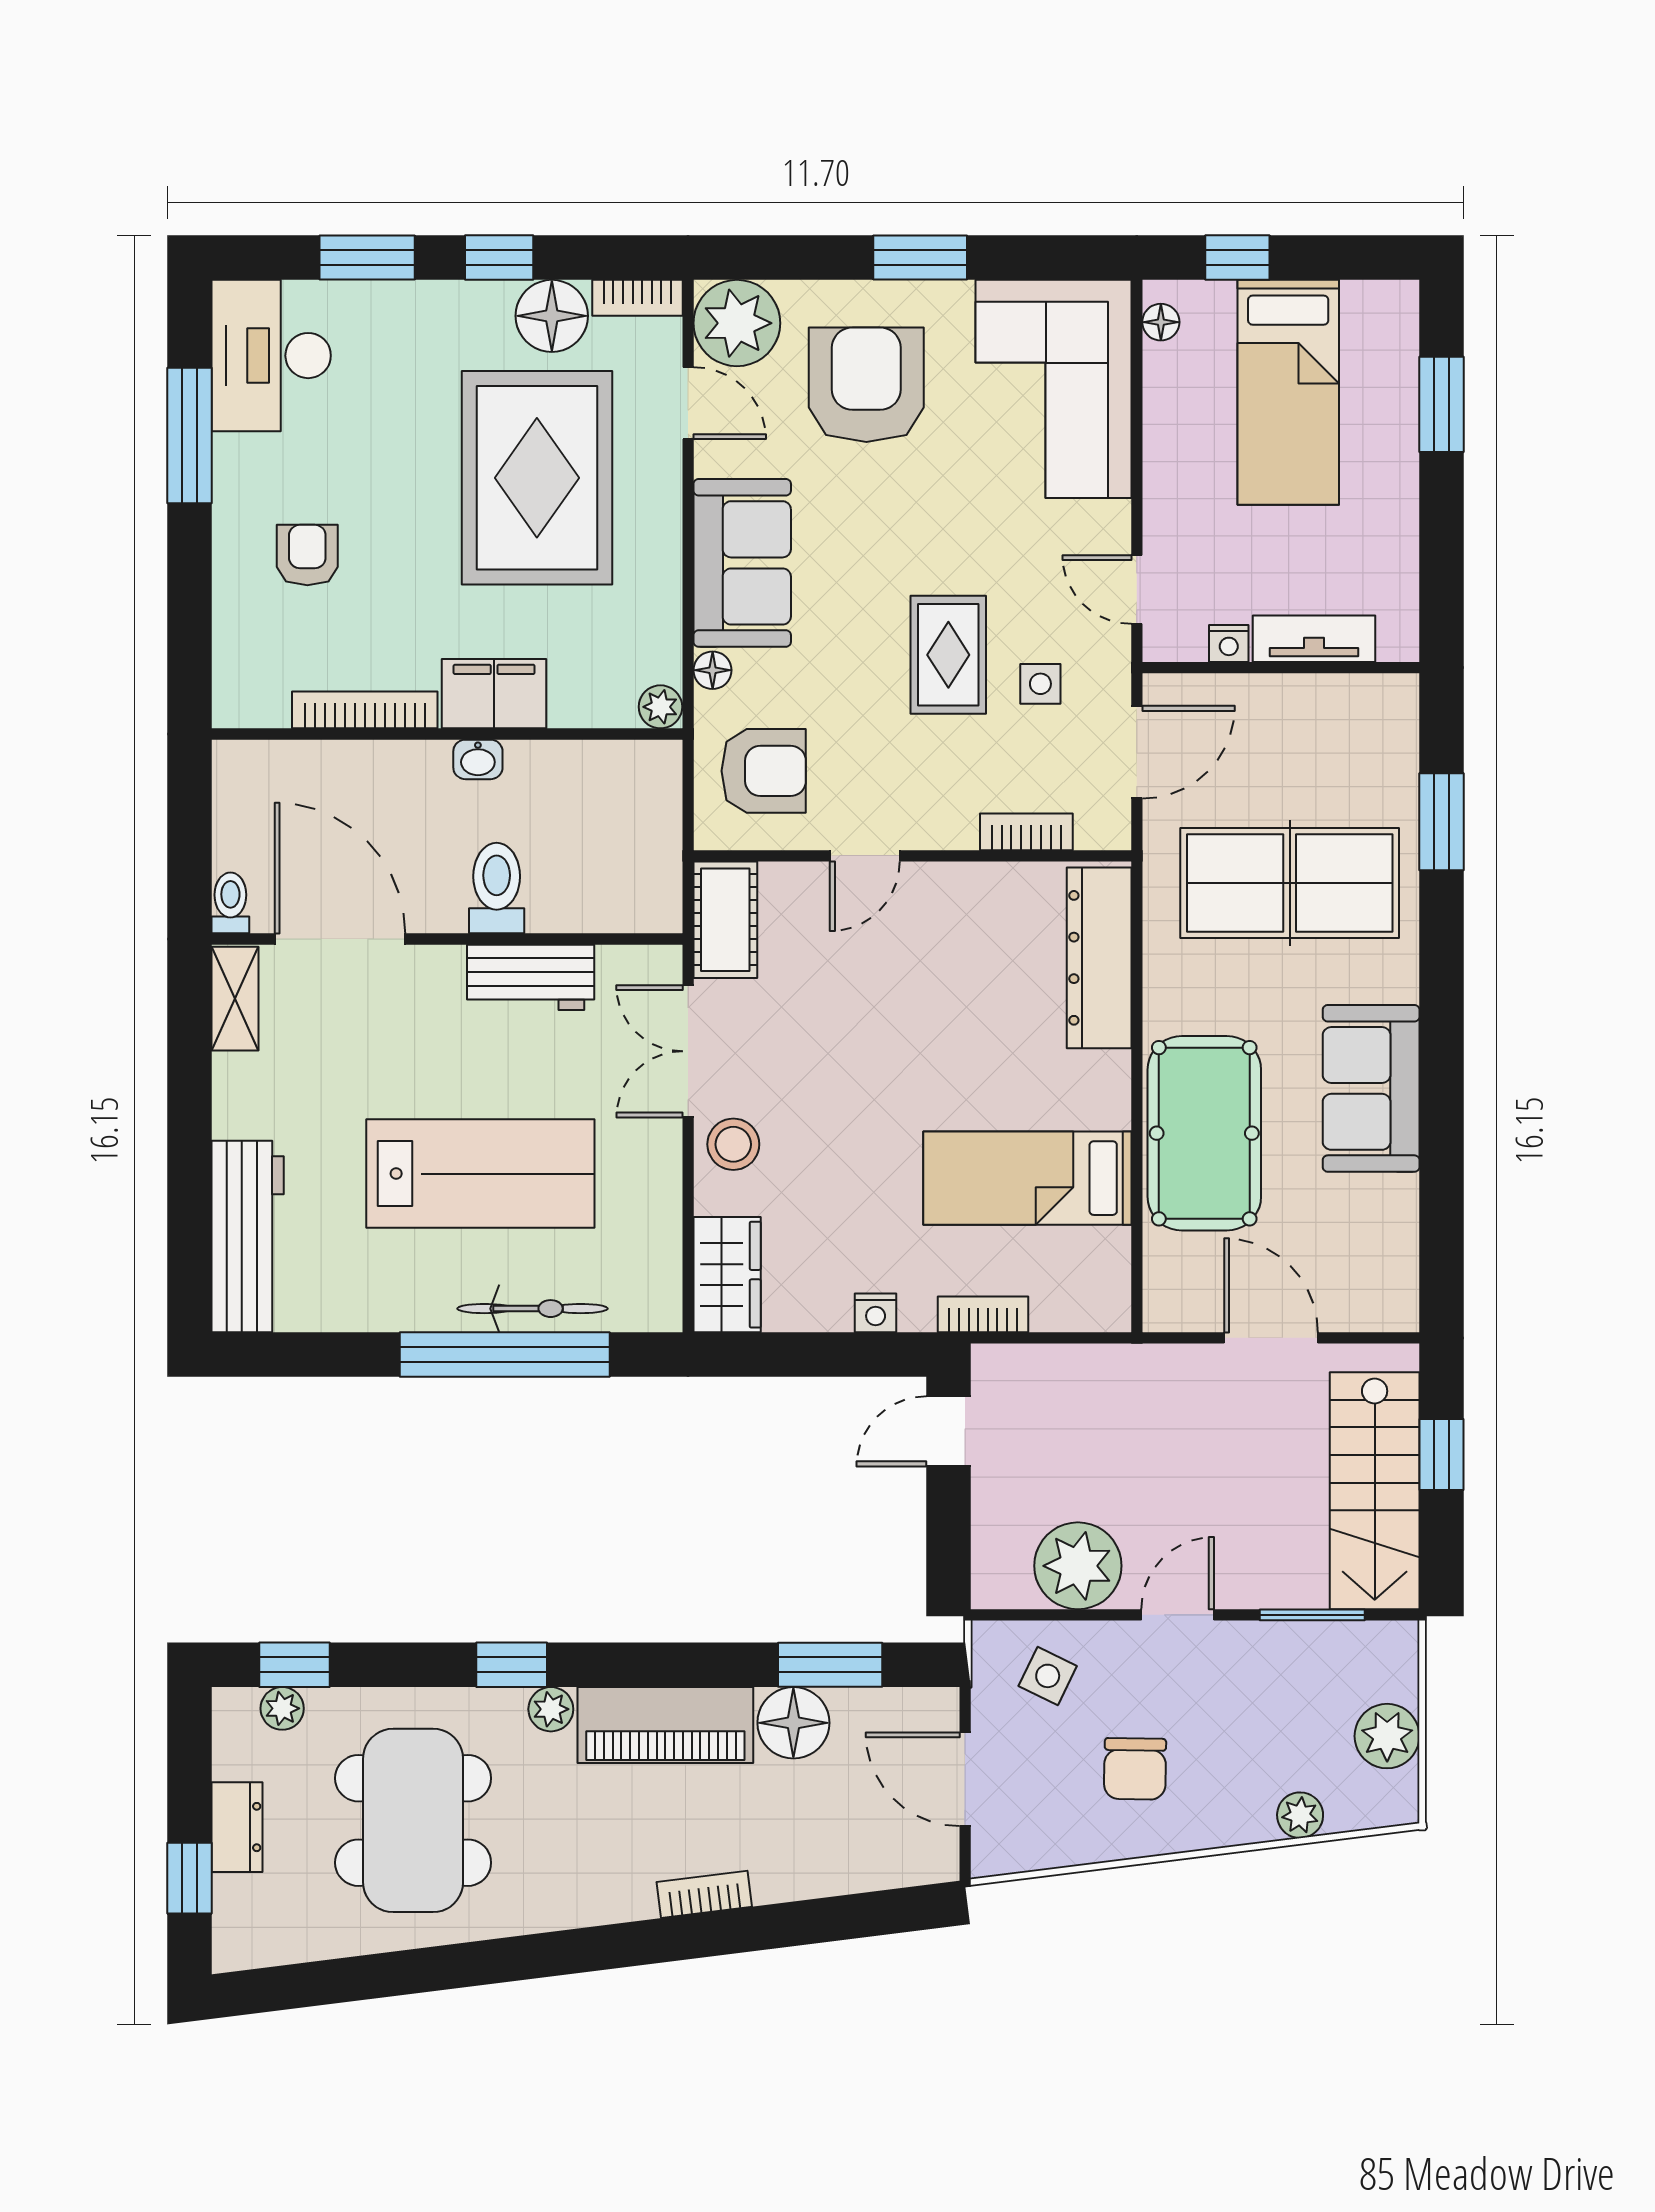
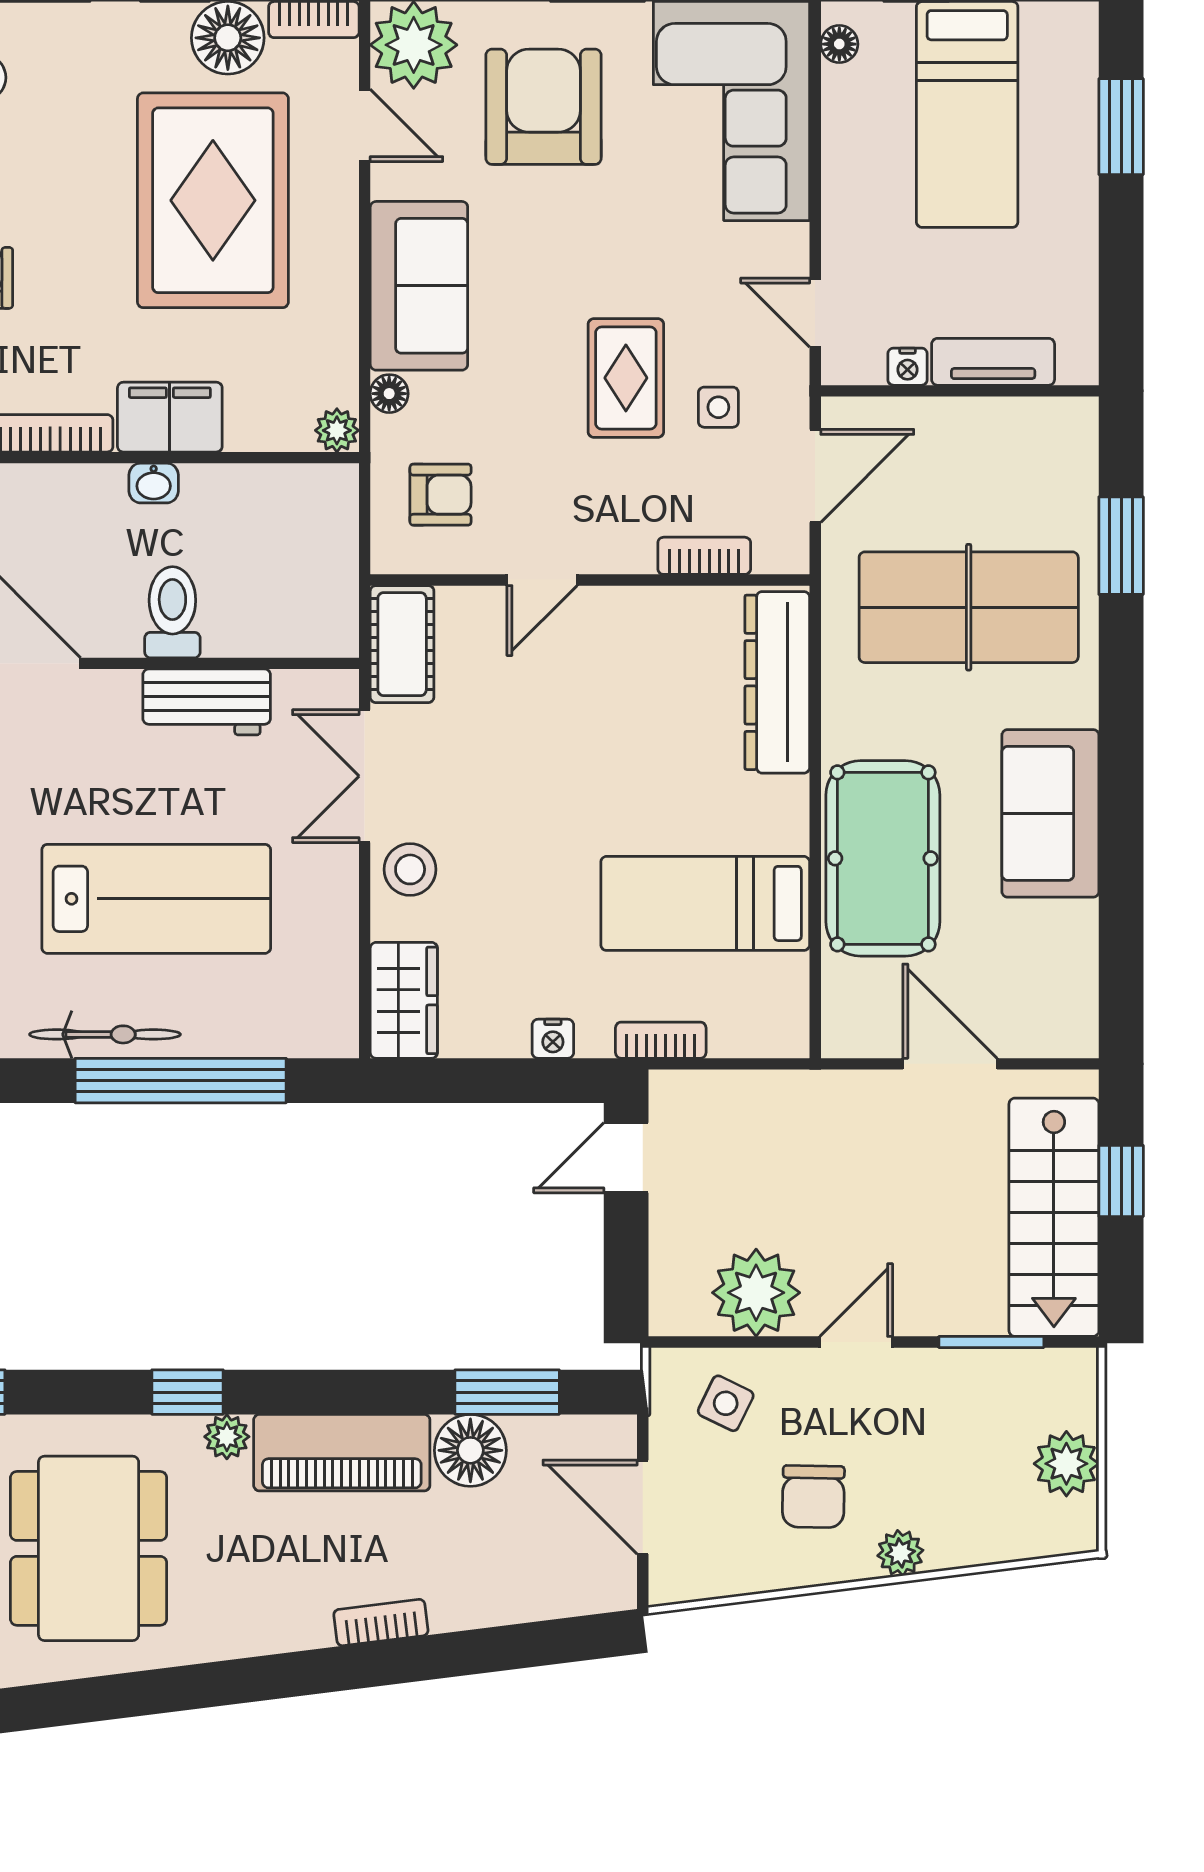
armchair: (764, 771) -> (441, 495), width x0.72, depth x0.72
bicycle: (533, 1309) -> (105, 1034), moved
plant: (1300, 1815) -> (900, 1553), moved

